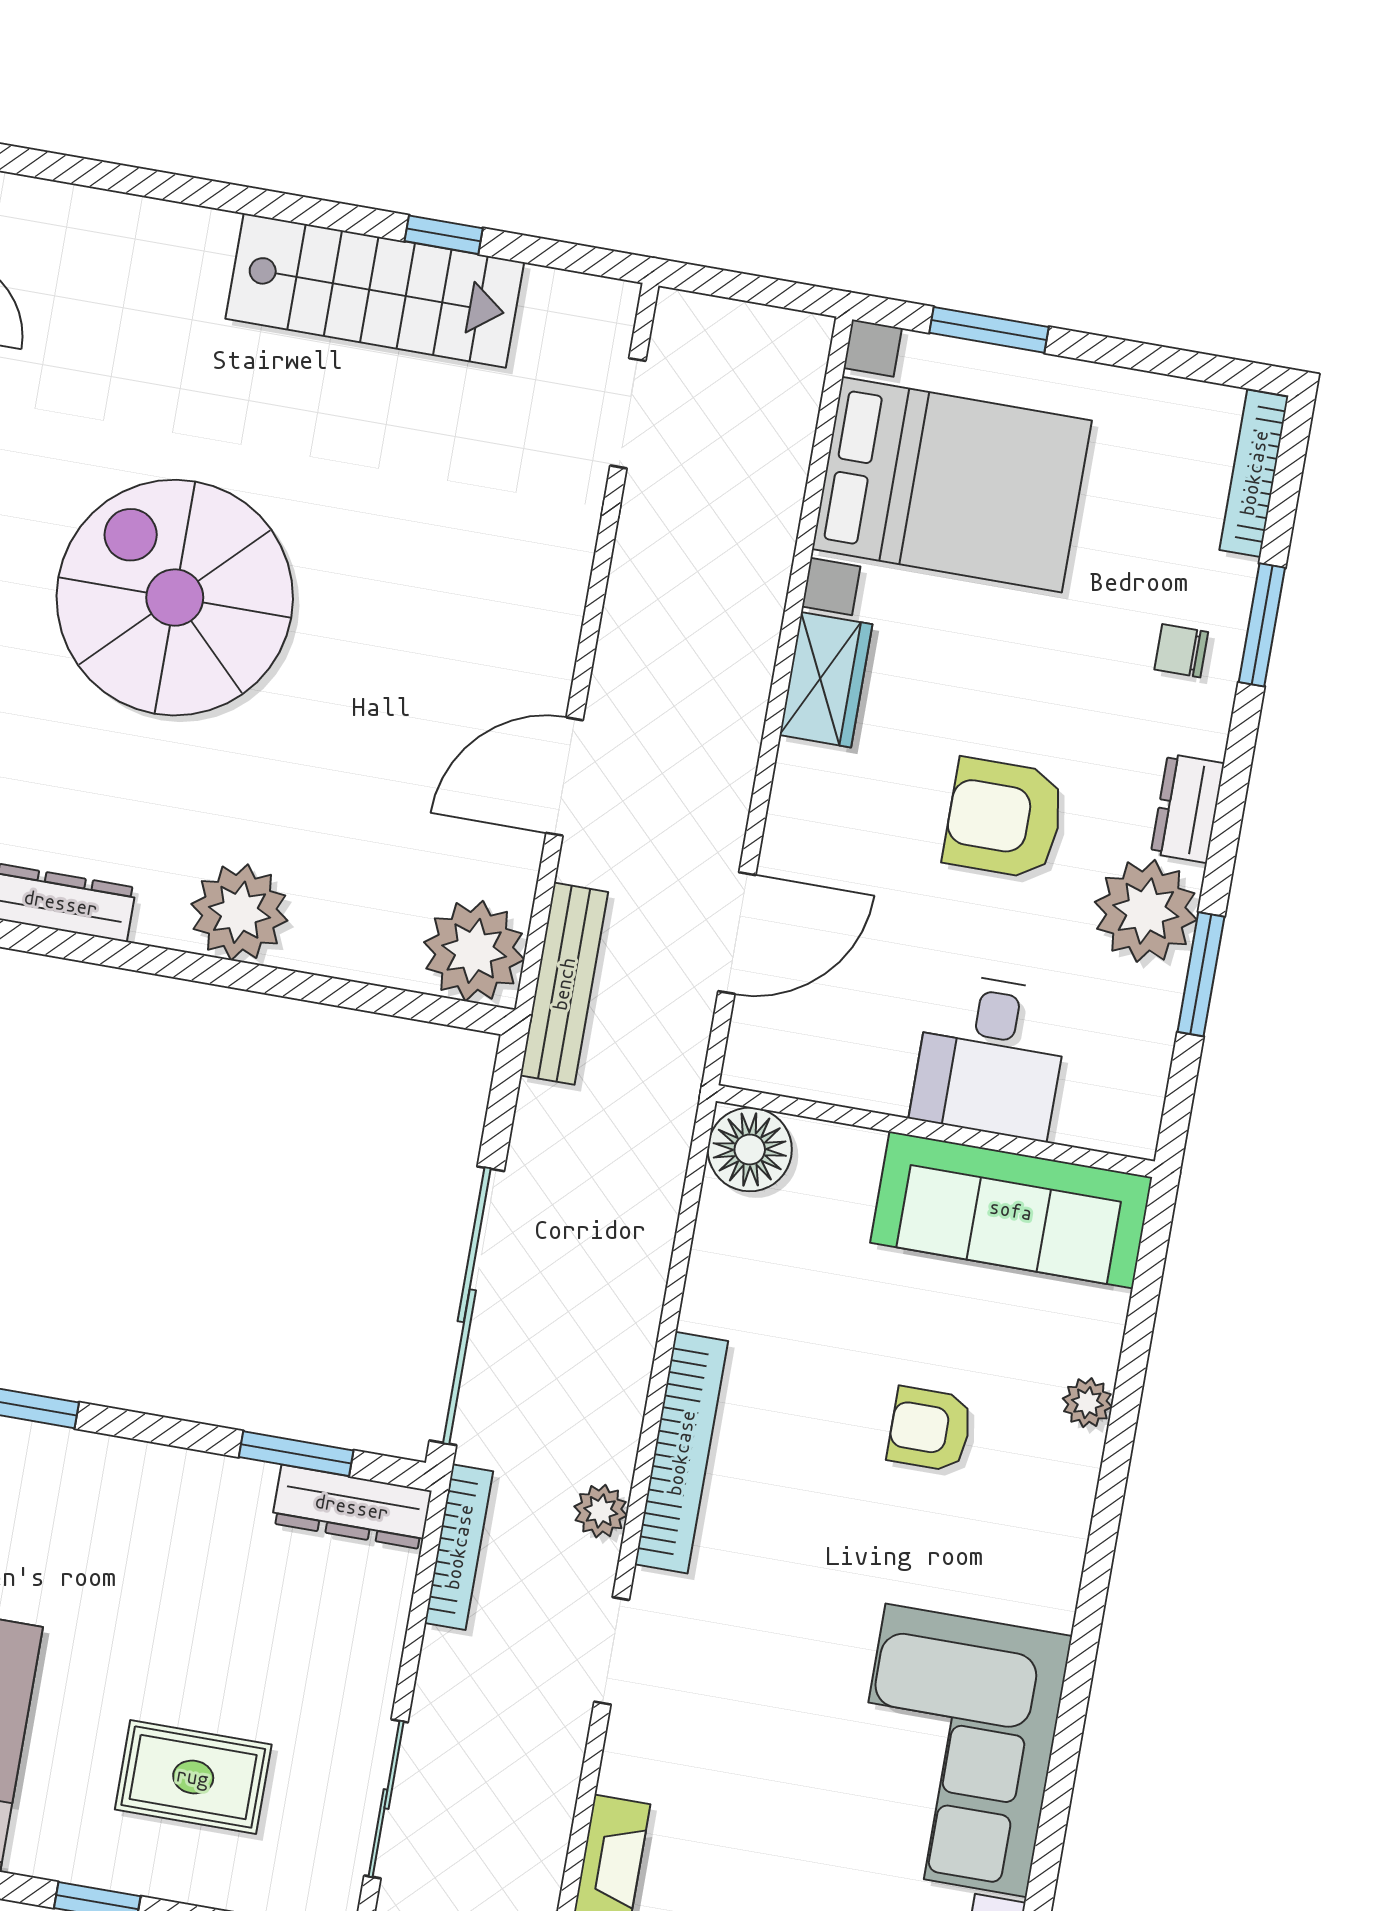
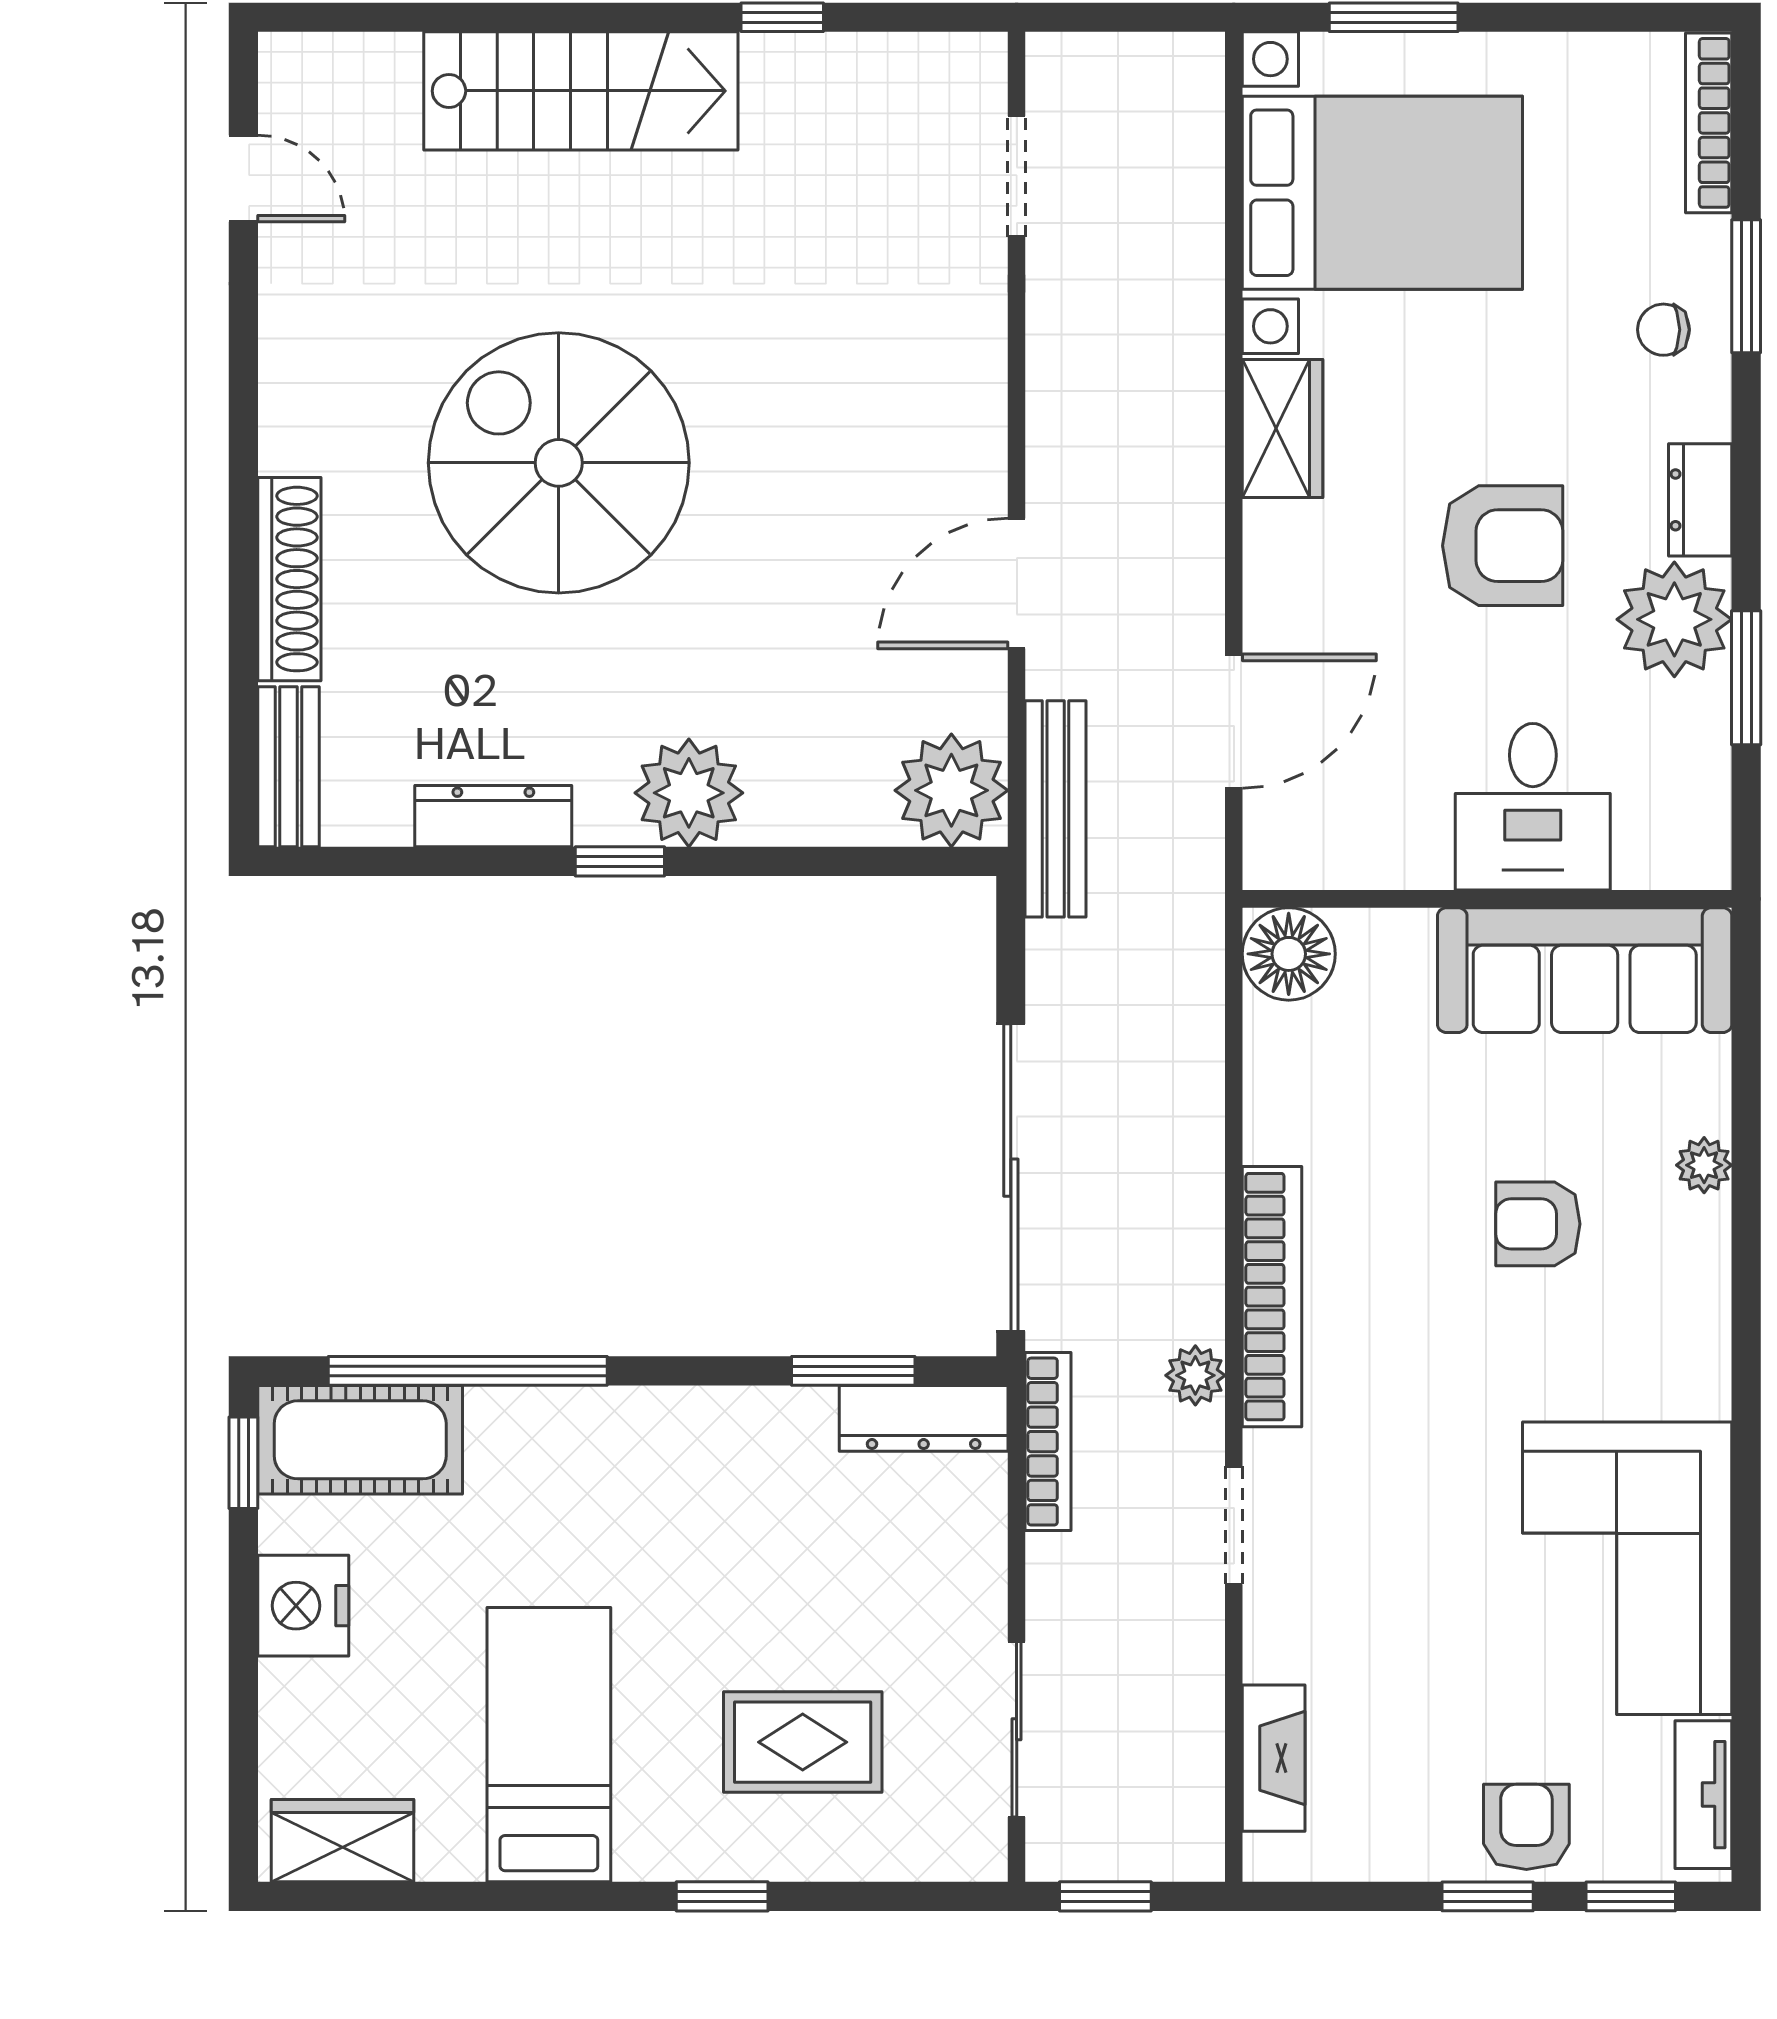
stairs: (375, 290) -> (581, 91), moved
armchair: (1004, 818) -> (1503, 546), turned 180
window: (167, 963) -> (620, 861), added

